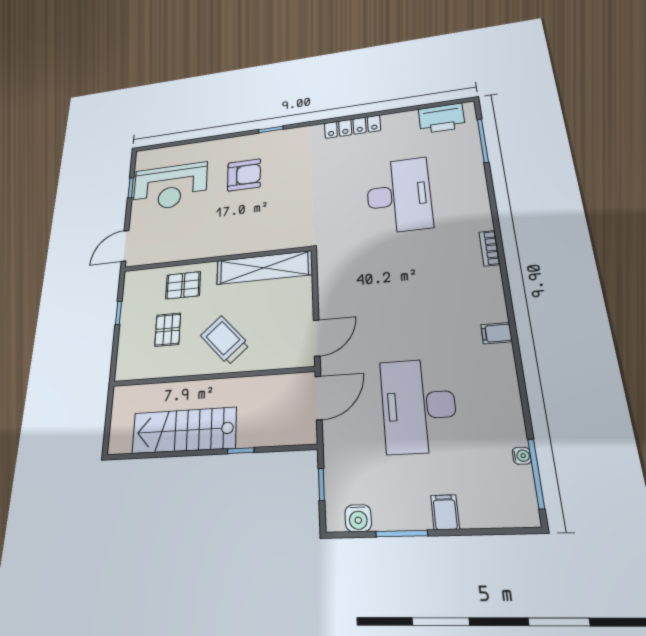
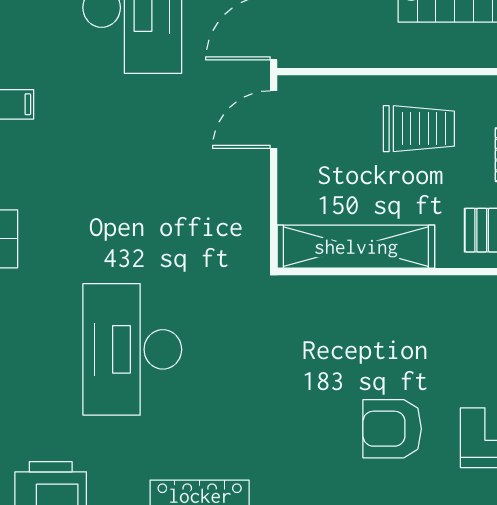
trolley: (225, 340) -> (419, 129), turned -48

